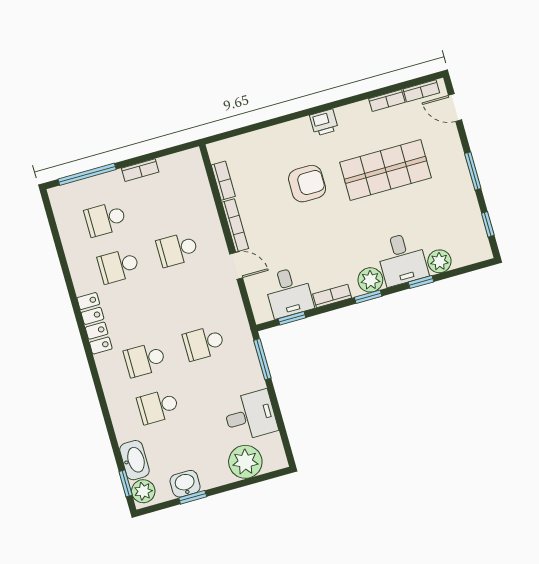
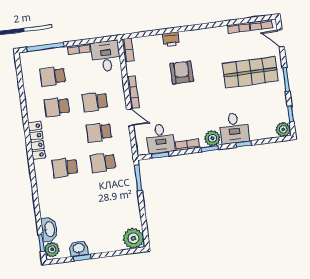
printer: (324, 123) -> (171, 39), moved
shop shelf: (385, 170) -> (250, 72), moved
bookcase: (223, 181) -> (128, 50), moved
armchair: (307, 184) -> (182, 72), turned -90
plant: (439, 261) -> (283, 129), moved
school desk: (158, 406) -> (99, 132), moved
desk: (250, 416) -> (106, 56), moved, turned -90
plant: (245, 462) -> (133, 238), moved

